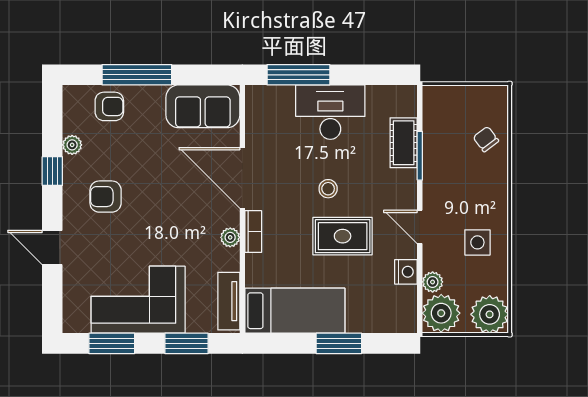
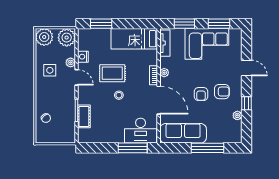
armchair: (109, 106) -> (201, 94), moved, turned -90
sofa: (203, 106) -> (183, 133), width x1.36
desk: (330, 112) -> (141, 131), moved
plant: (433, 282) -> (71, 62), moved
window: (339, 343) -> (101, 24), moved

